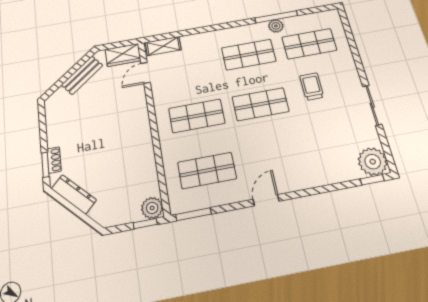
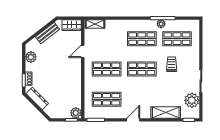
door: (146, 73) -> (83, 51), moved
plant: (56, 121) -> (31, 57), added
plant: (373, 162) -> (192, 100), moved
shelving: (325, 174) -> (166, 112), added

